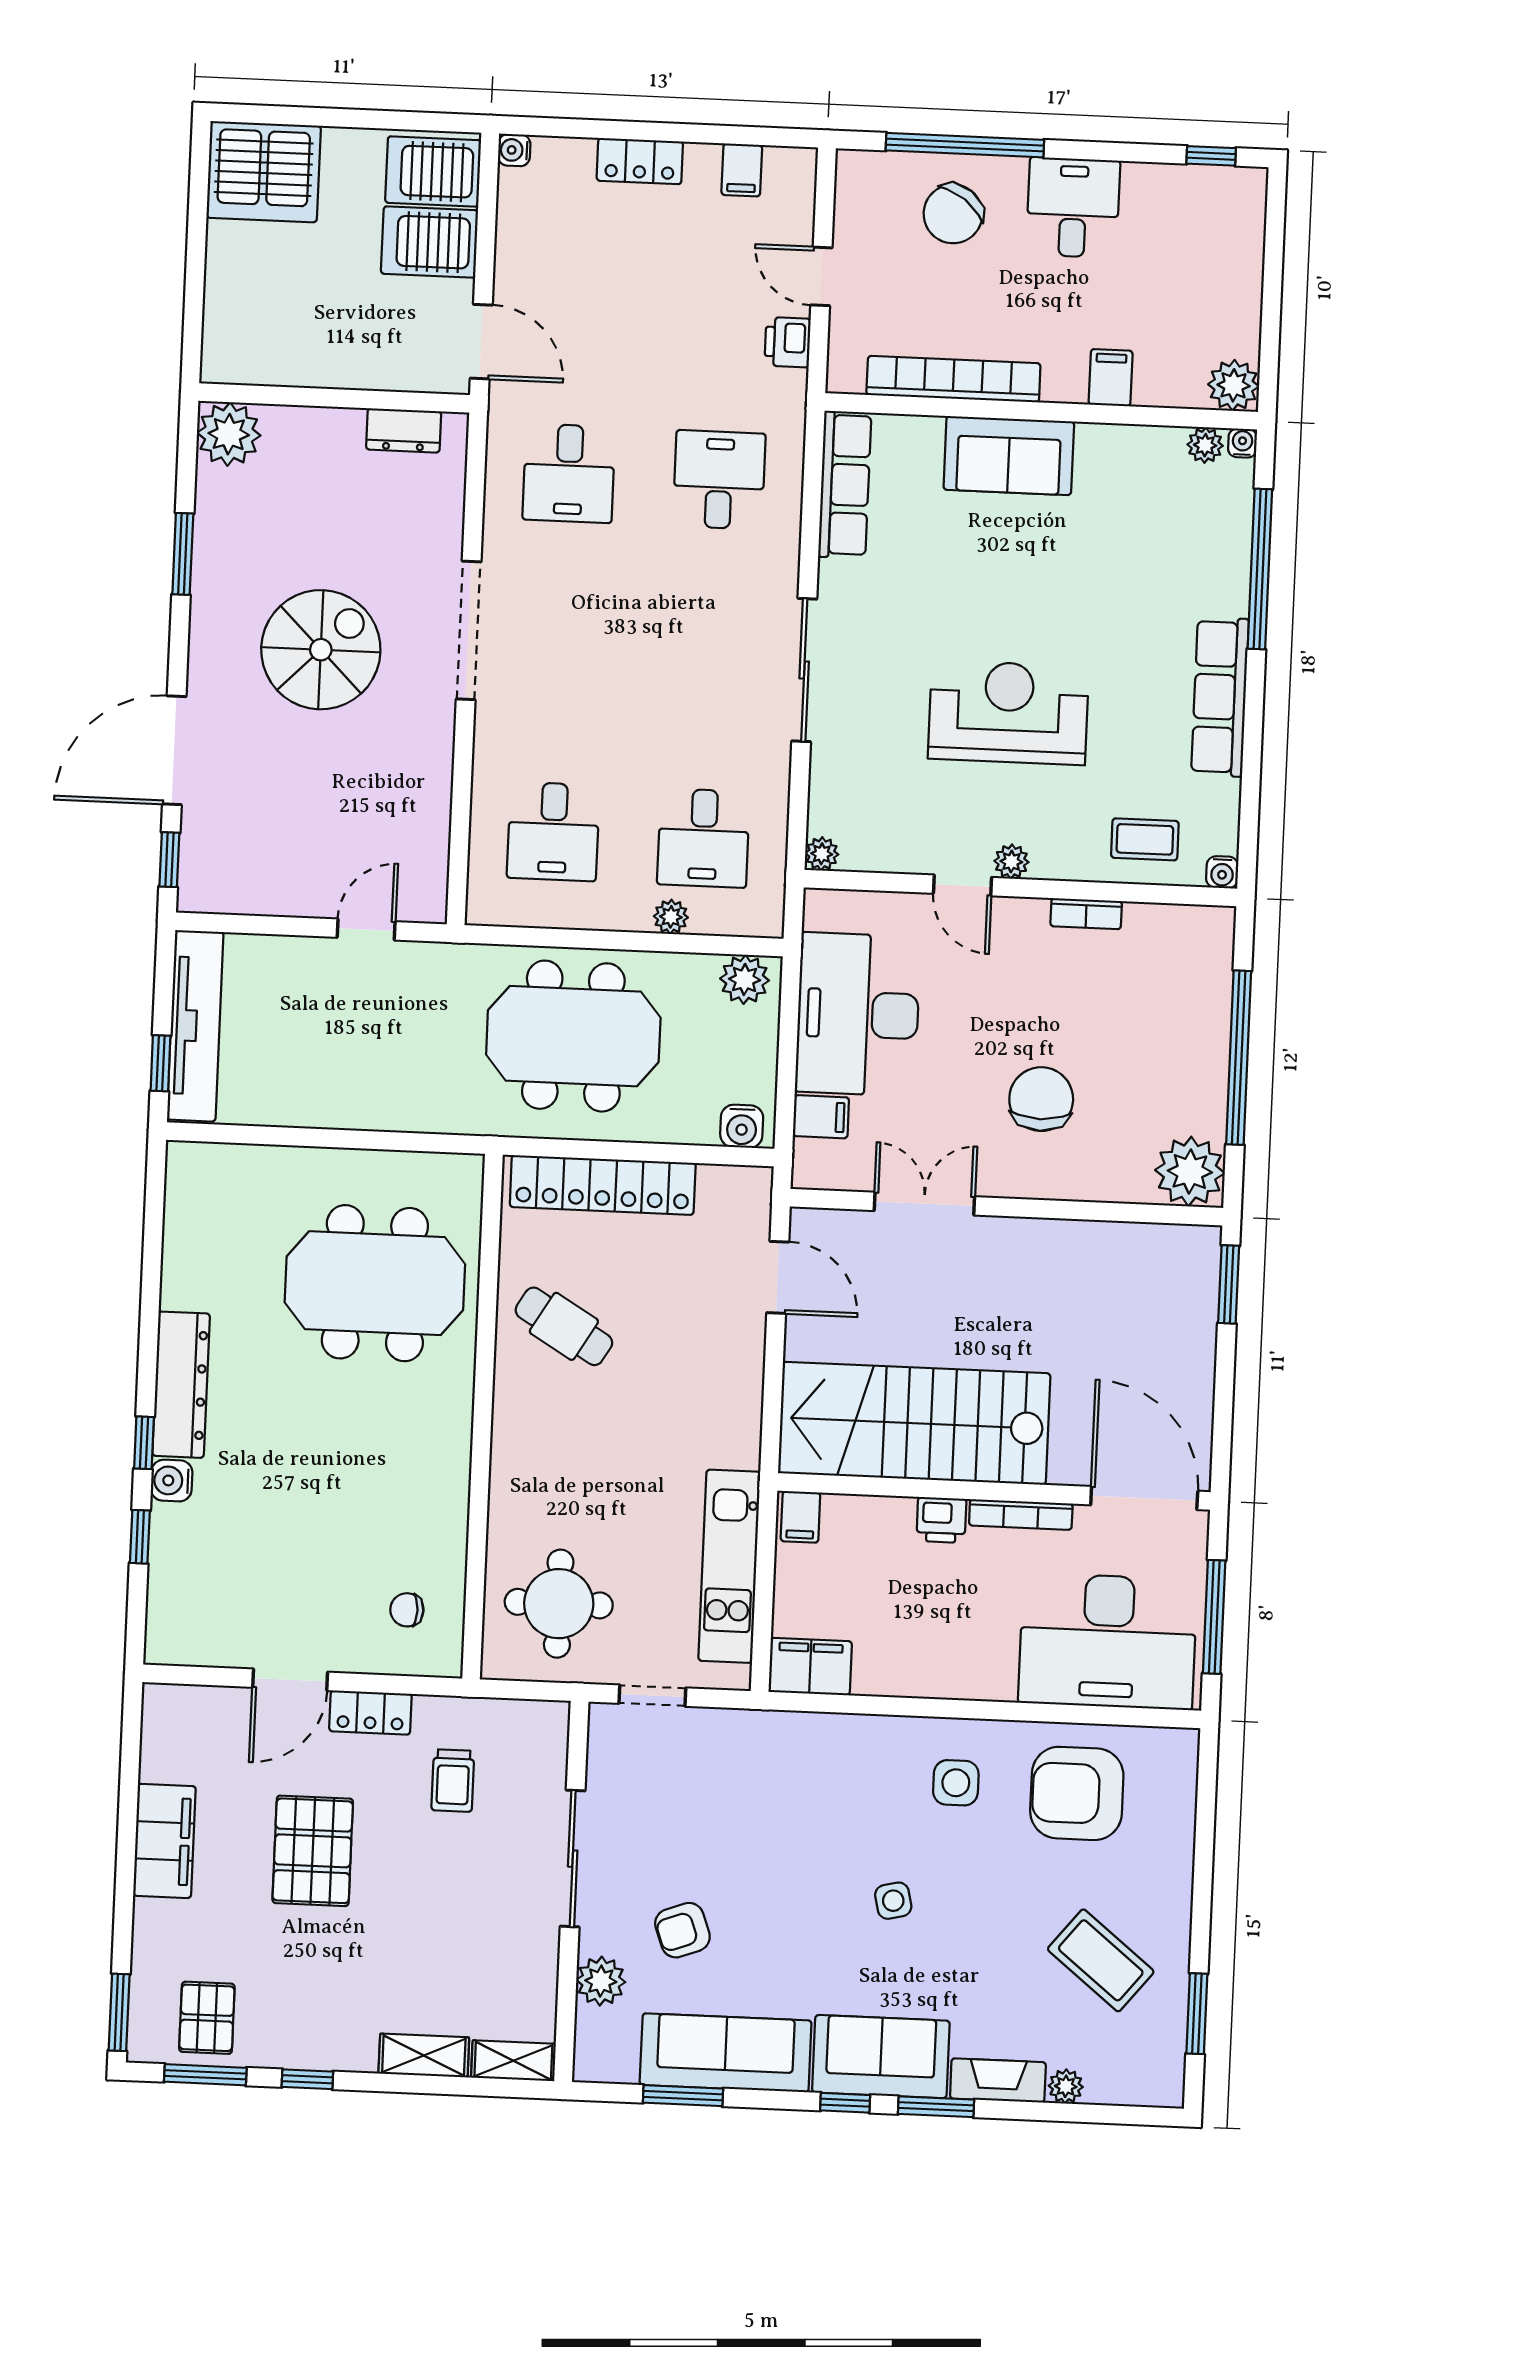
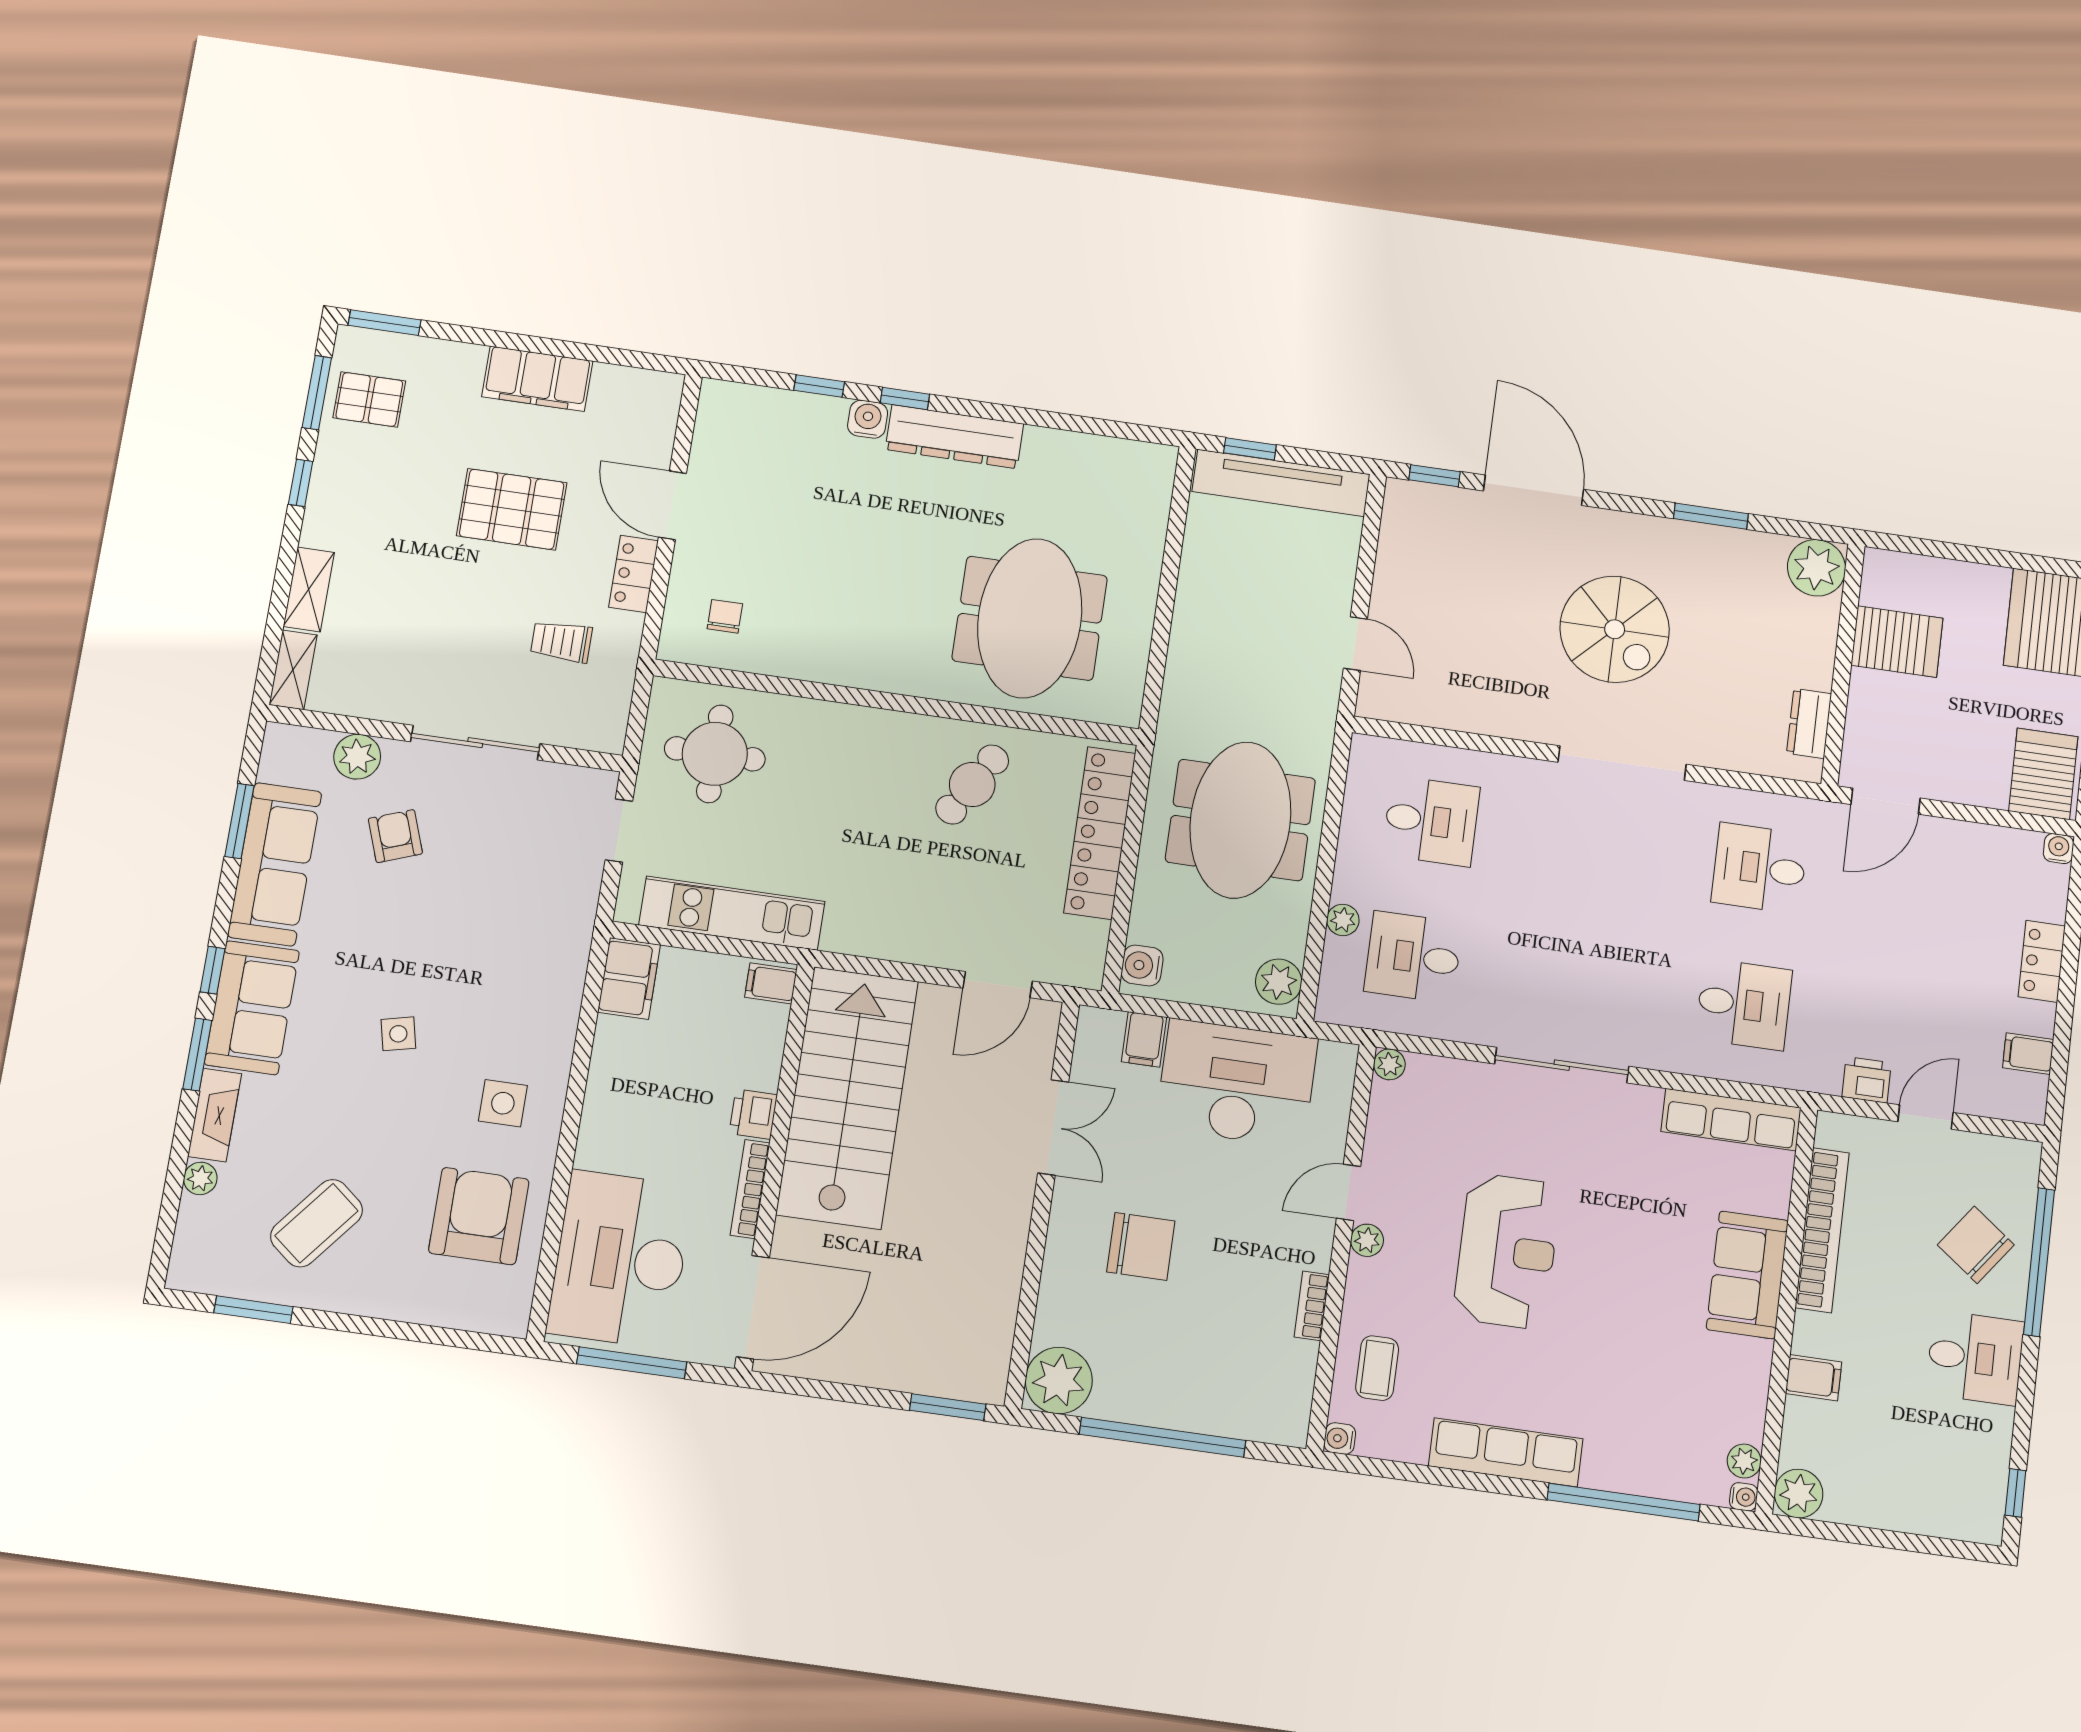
server rack: (429, 242) -> (1897, 642), moved, turned 90
desk: (553, 831) -> (1431, 821), turned 180

